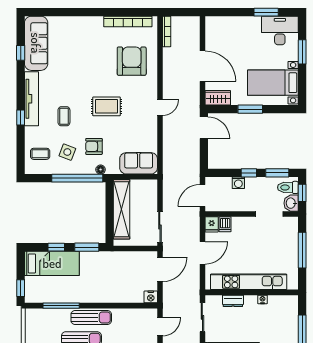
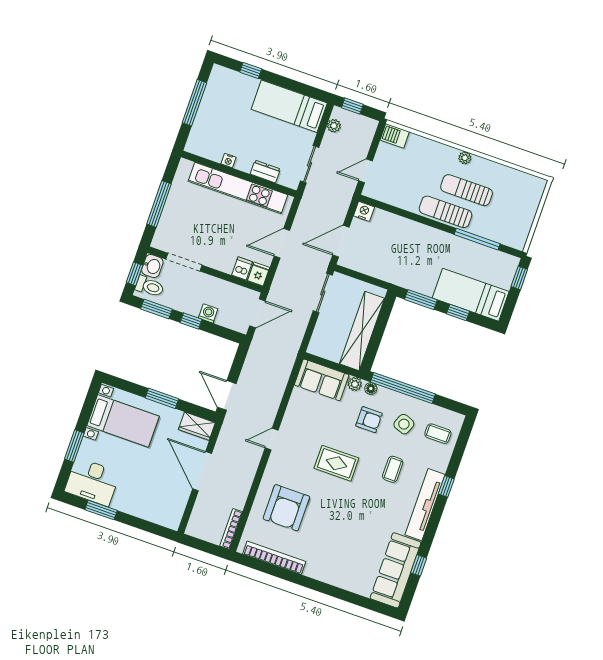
plant: (113, 169) -> (355, 384), added

